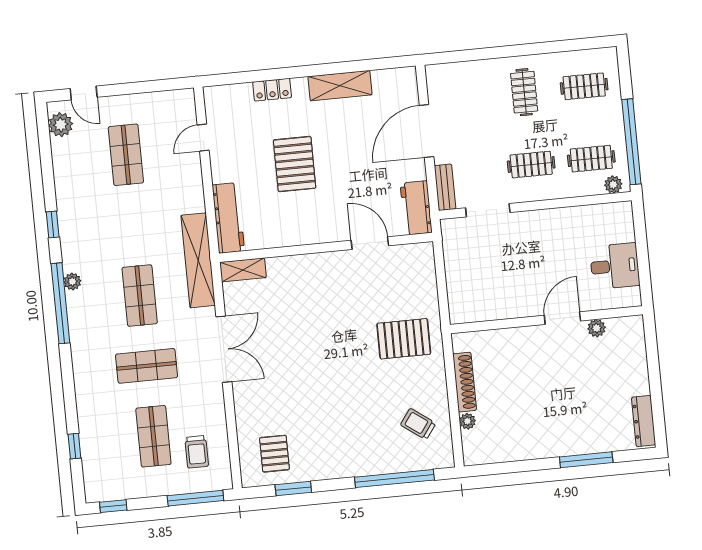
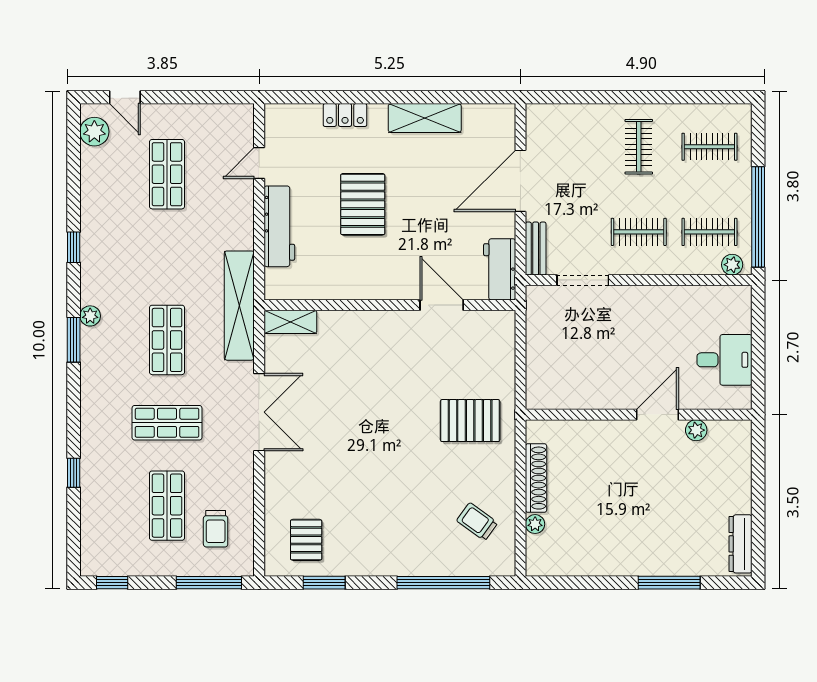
workbench: (228, 218) -> (279, 226), moved
window: (60, 303) -> (74, 340), width x0.47
window: (74, 446) -> (74, 473), moved

